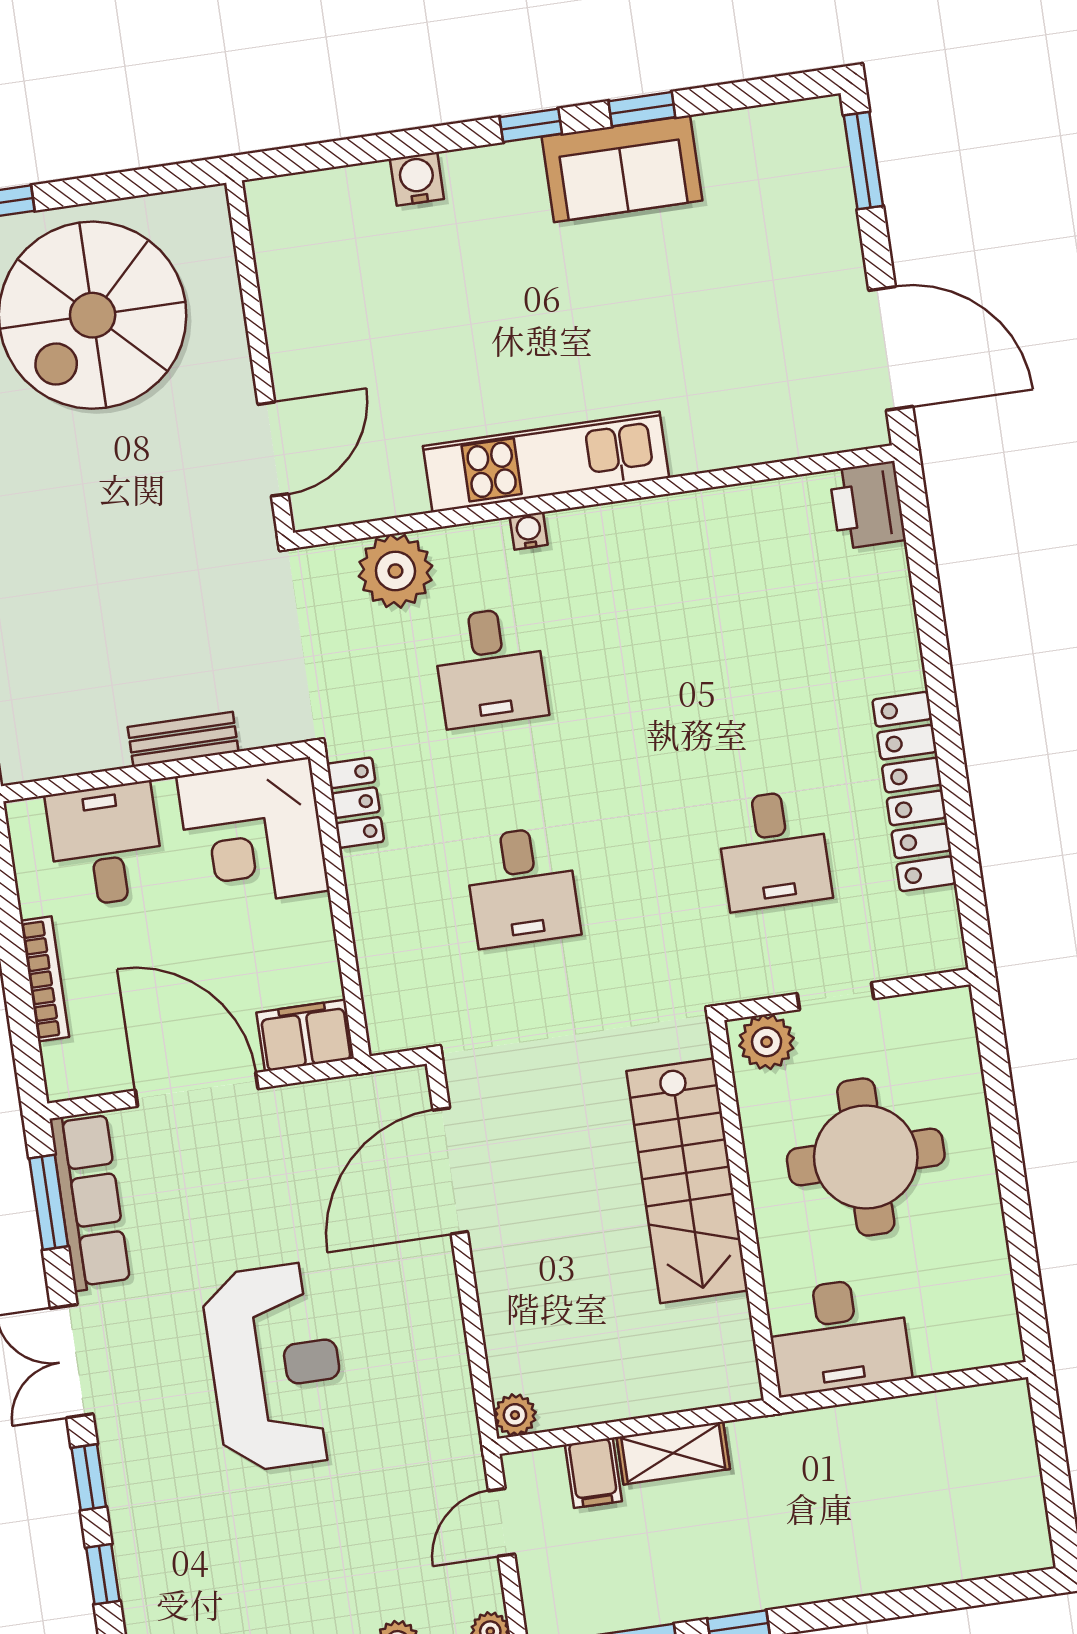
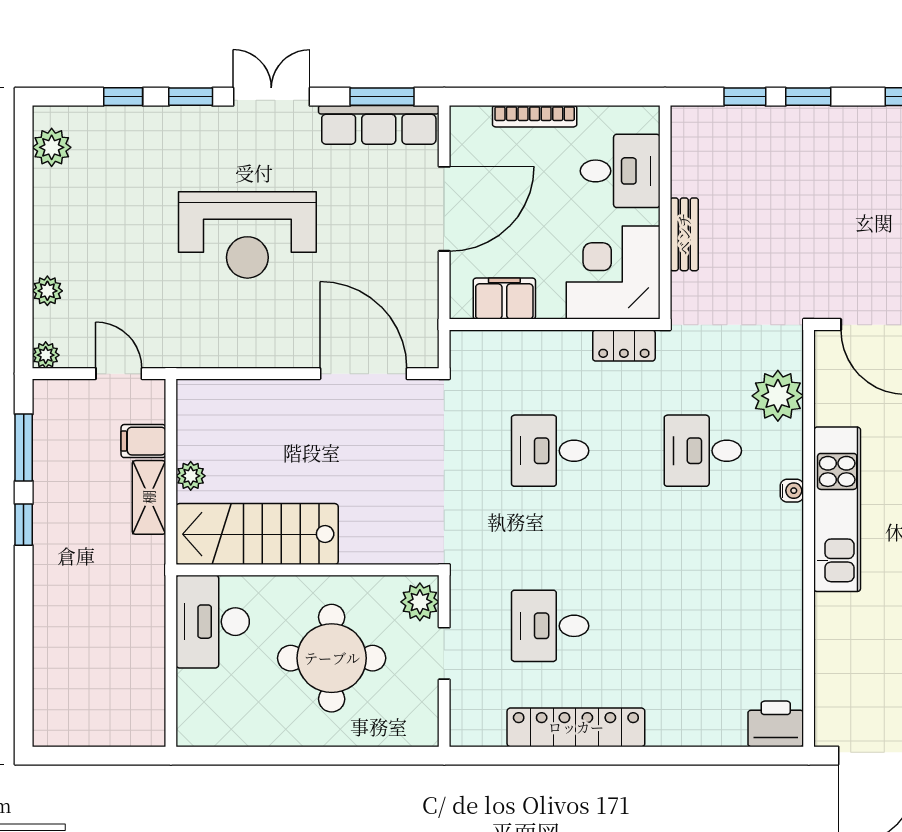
filing cabinet: (305, 1035) -> (504, 299), moved, turned -90
stairs: (687, 1181) -> (257, 534), moved
plant: (515, 1415) -> (191, 476), moved

